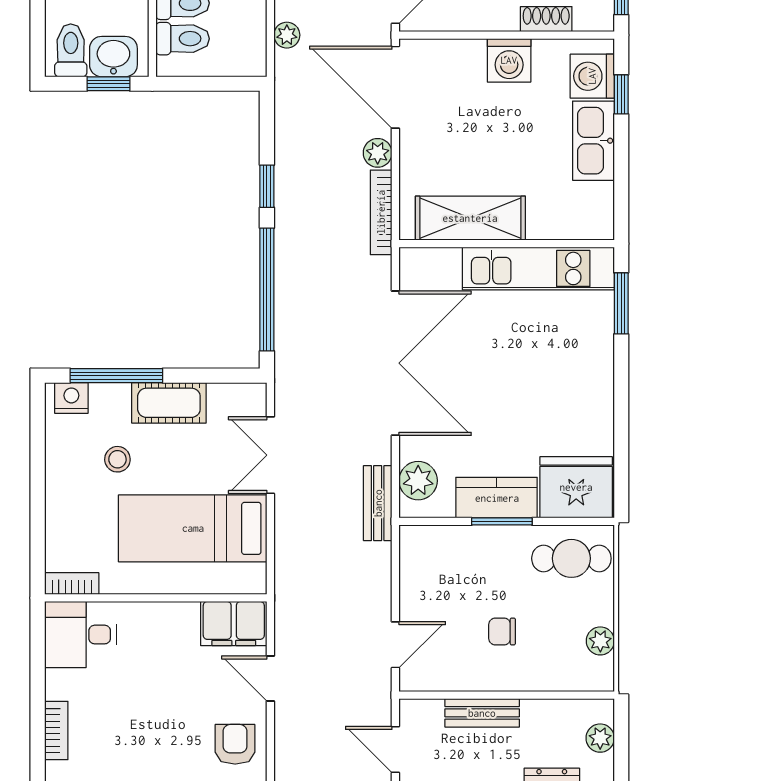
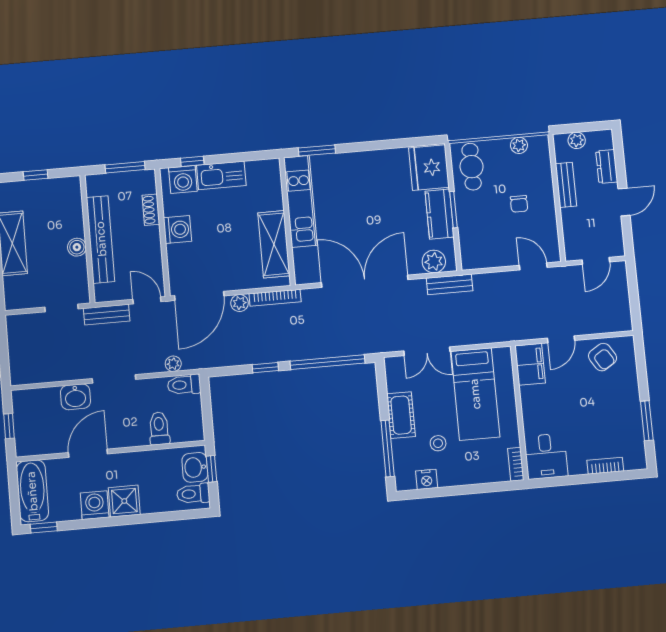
toilet: (183, 39) -> (184, 385), moved, turned -90
nightstand: (71, 398) -> (427, 479), moved, turned -90
bench: (482, 713) -> (566, 185), moved
armchair: (235, 744) -> (603, 357), turned -122

